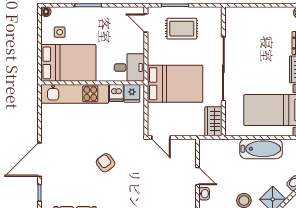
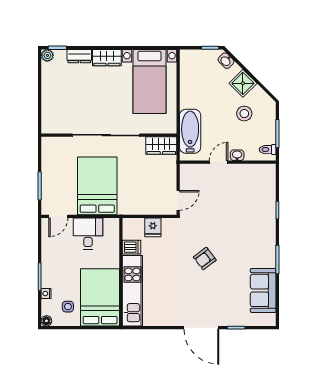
nightstand: (72, 11) -> (46, 293), added
rug: (182, 29) -> (64, 179), removed
desk: (129, 67) -> (88, 233), moved
bed: (175, 84) -> (97, 186), moved
fridge: (132, 93) -> (153, 227), moved, turned 90
bathtub: (261, 149) -> (190, 131), moved

